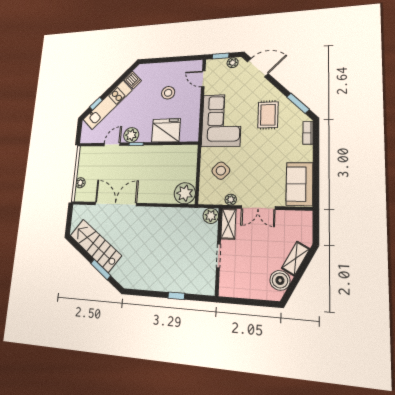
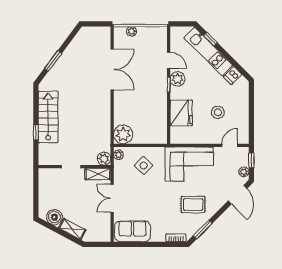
plant: (231, 200) -> (118, 155), moved
stairs: (96, 245) -> (48, 117), moved, turned -37

